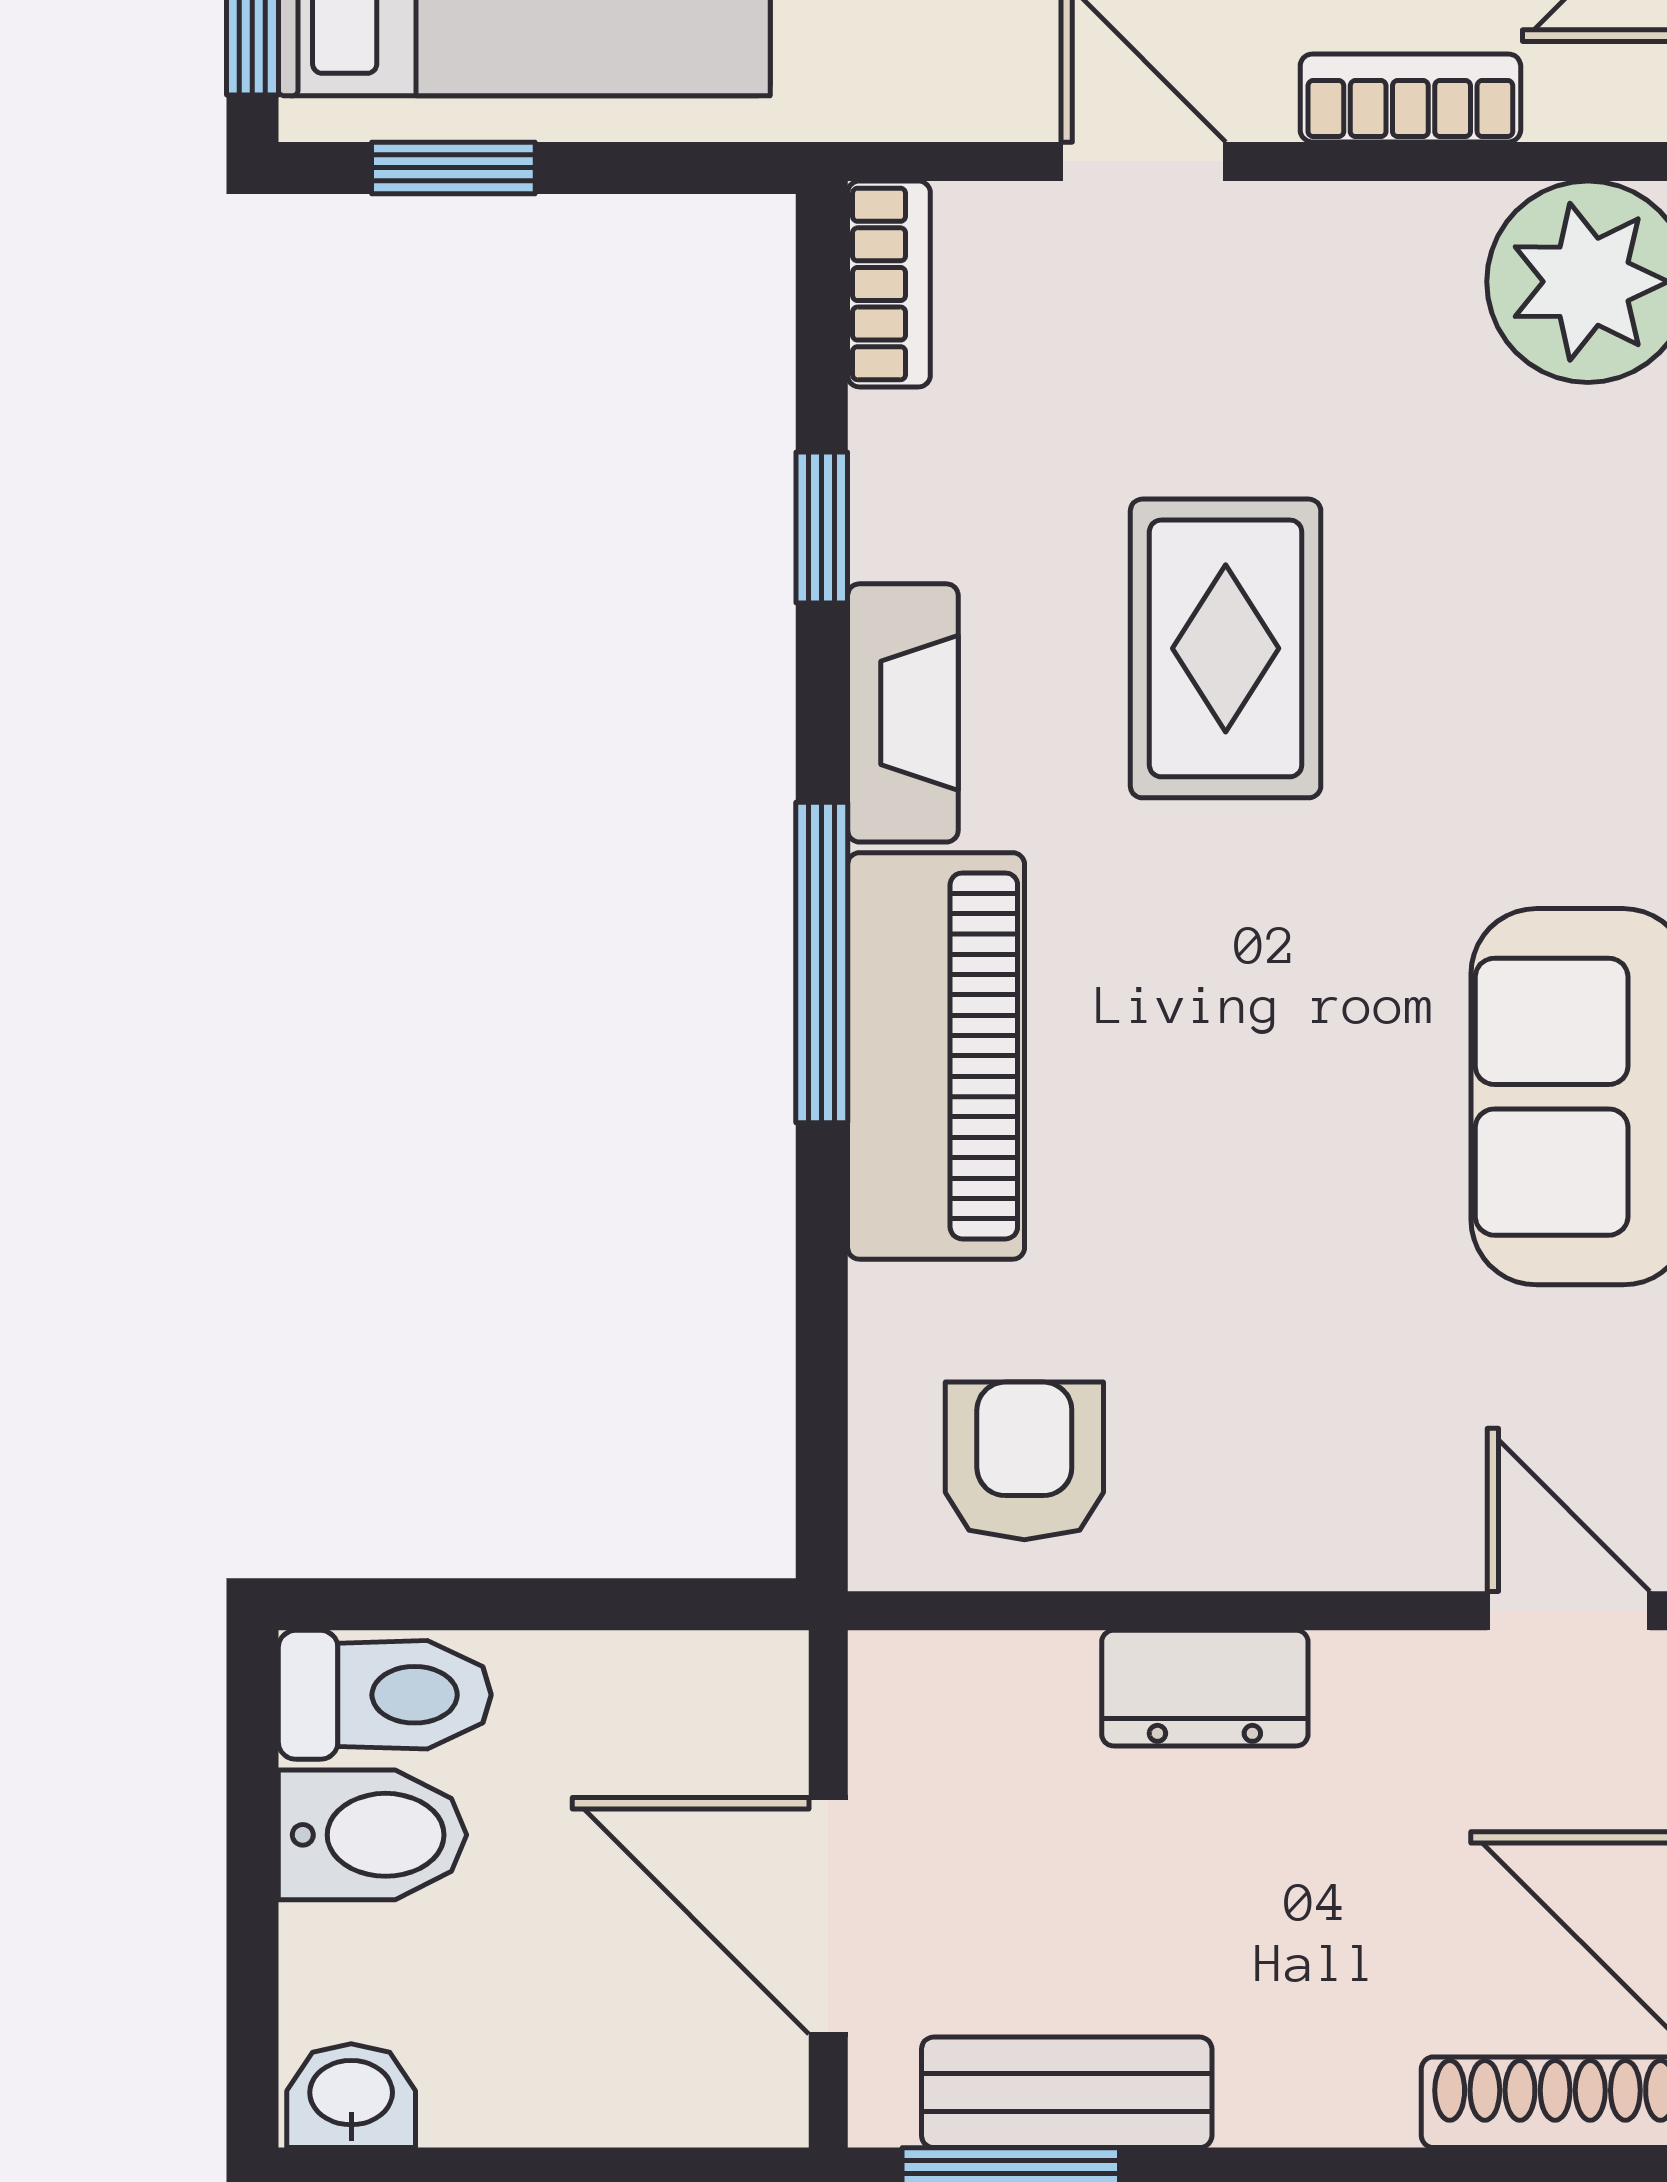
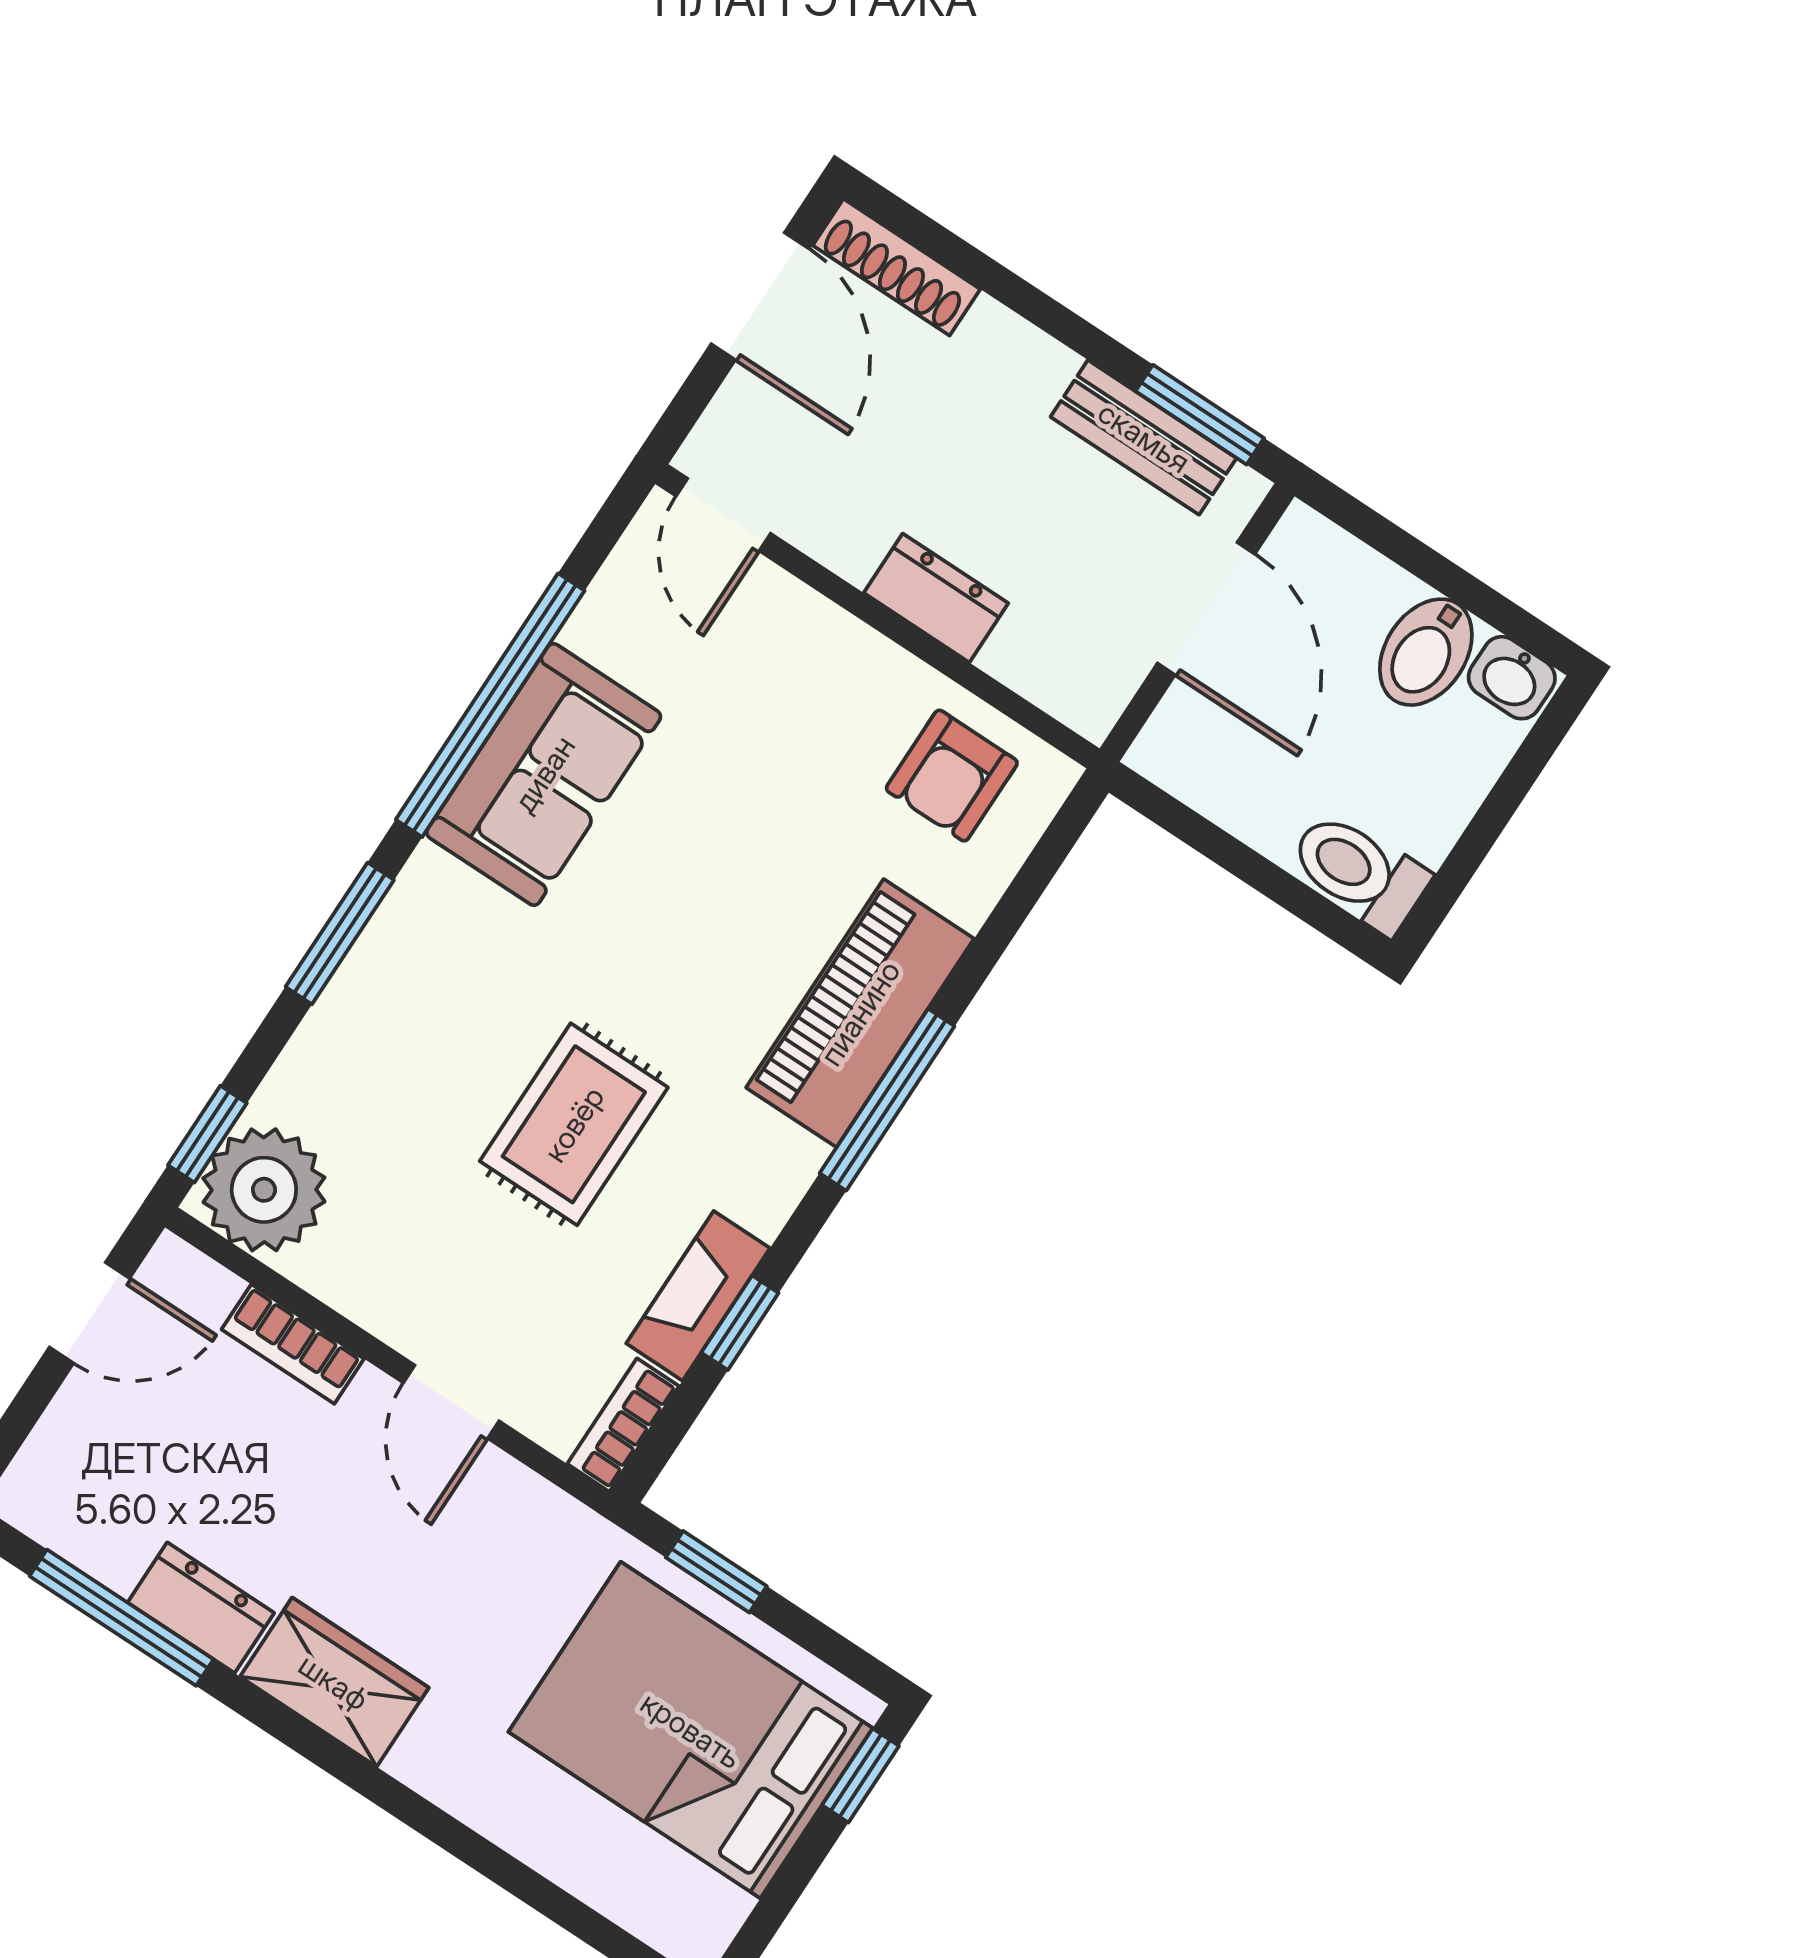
window: (453, 168) -> (716, 1572), moved
fireplace: (903, 713) -> (698, 1296), moved
bidet: (372, 1835) -> (1426, 652), moved, turned -90

